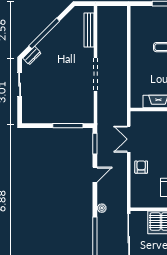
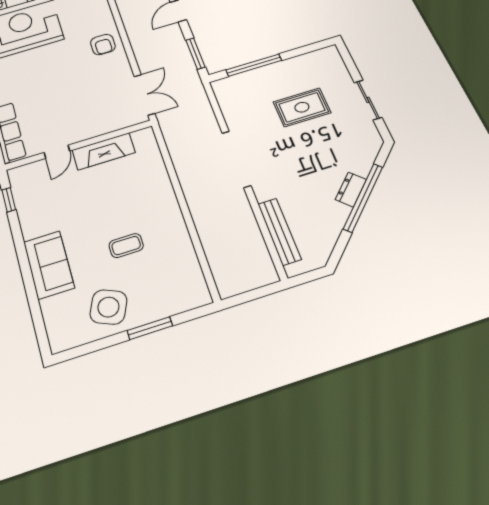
dresser: (32, 56) -> (351, 190), moved
rug: (53, 92) -> (302, 107), added
double door: (129, 139) -> (144, 95), moved

